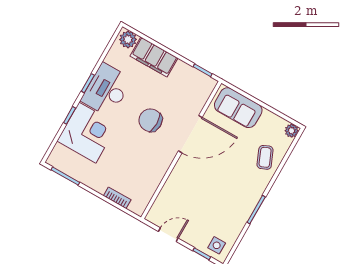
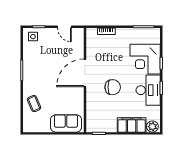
plant: (292, 131) -> (27, 128), removed
door: (190, 134) -> (85, 73), moved
door: (168, 235) -> (64, 27), hinge flipped

